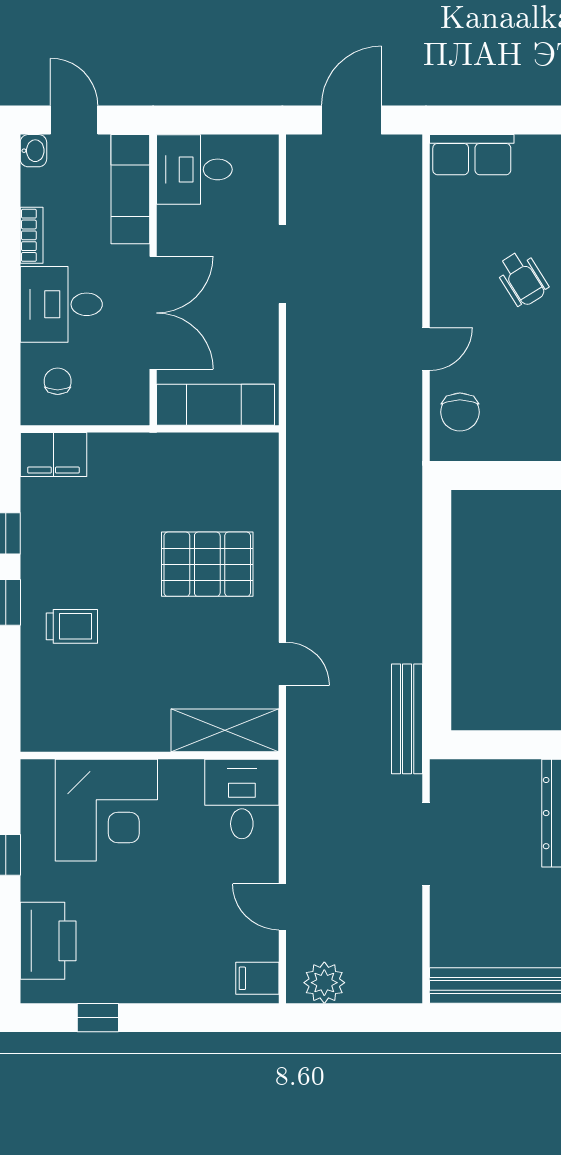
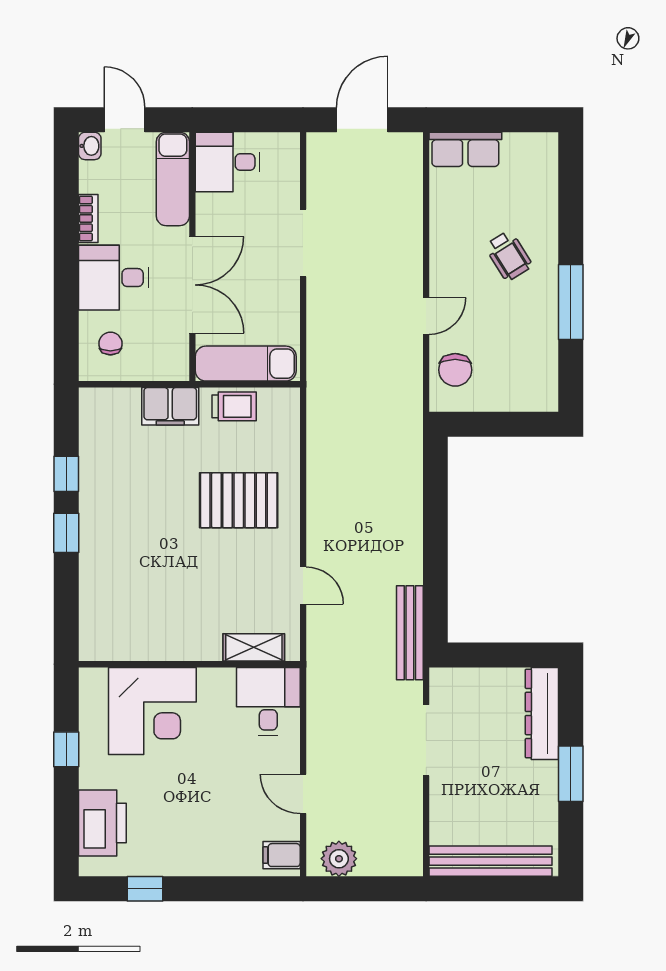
filing cabinet: (53, 455) -> (170, 406), moved
trolley: (72, 626) -> (234, 406), moved
shelving: (225, 730) -> (254, 647), width x0.67, depth x0.75

